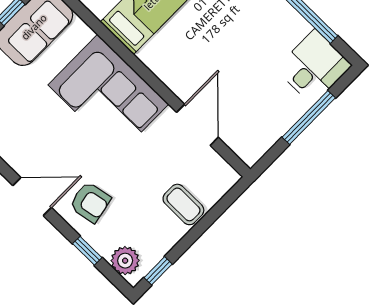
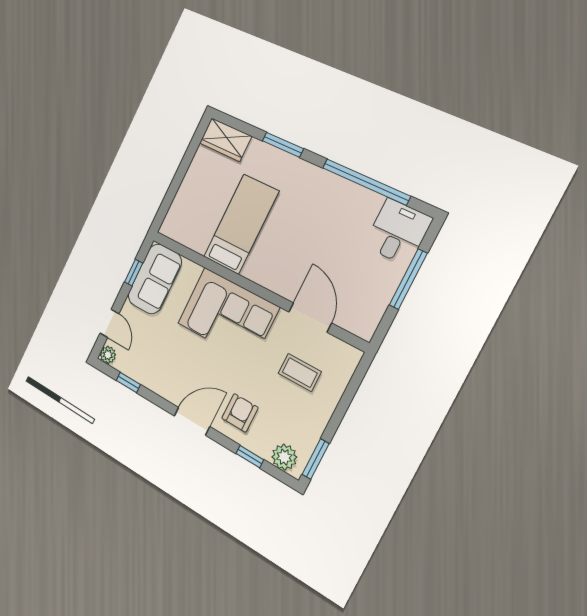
armchair: (90, 202) -> (240, 413), turned -79
coffee table: (183, 204) -> (300, 373), moved
window: (158, 271) -> (316, 459), width x1.50

